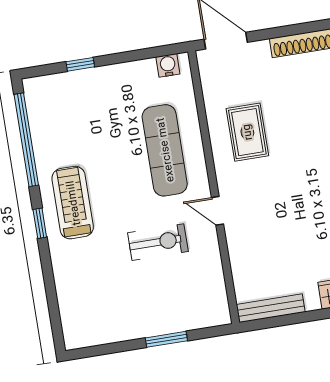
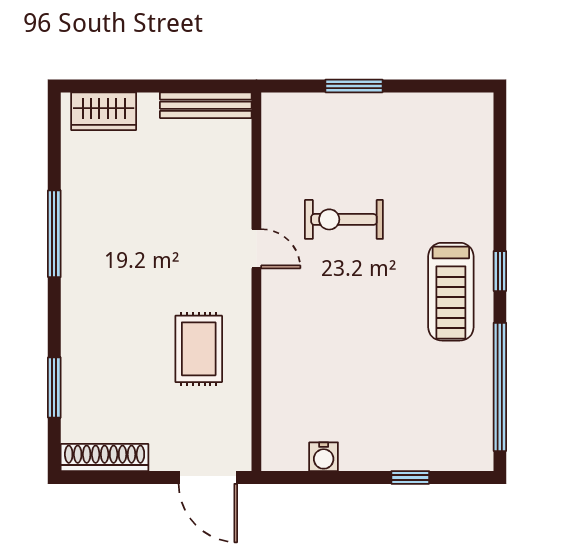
water cooler: (168, 65) -> (324, 457), moved
exercise mat: (165, 150) -> (315, 342), removed

